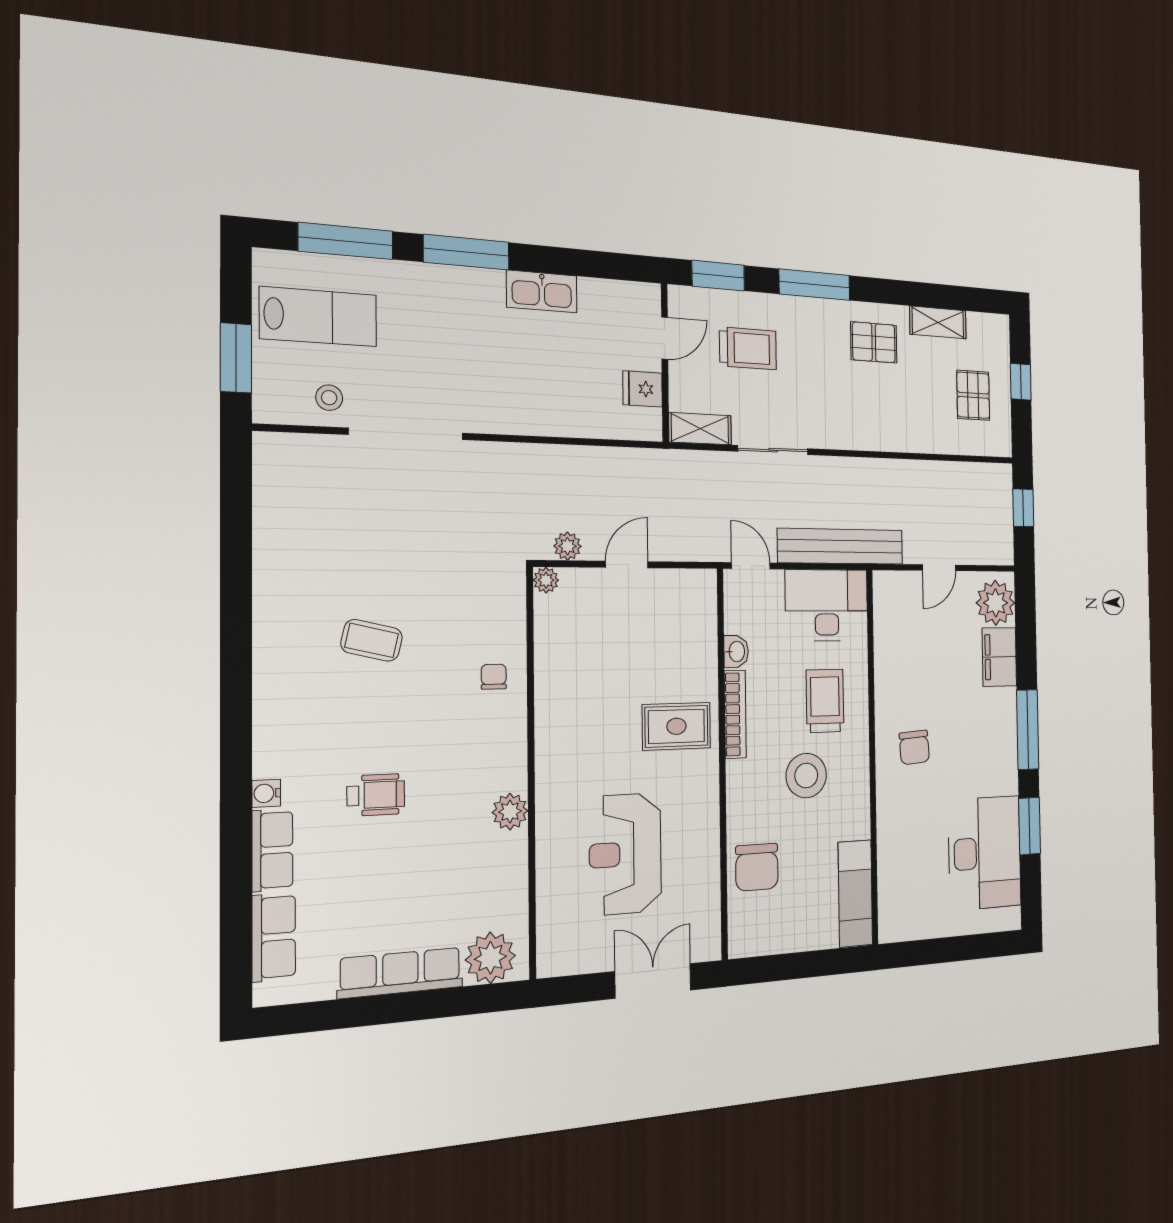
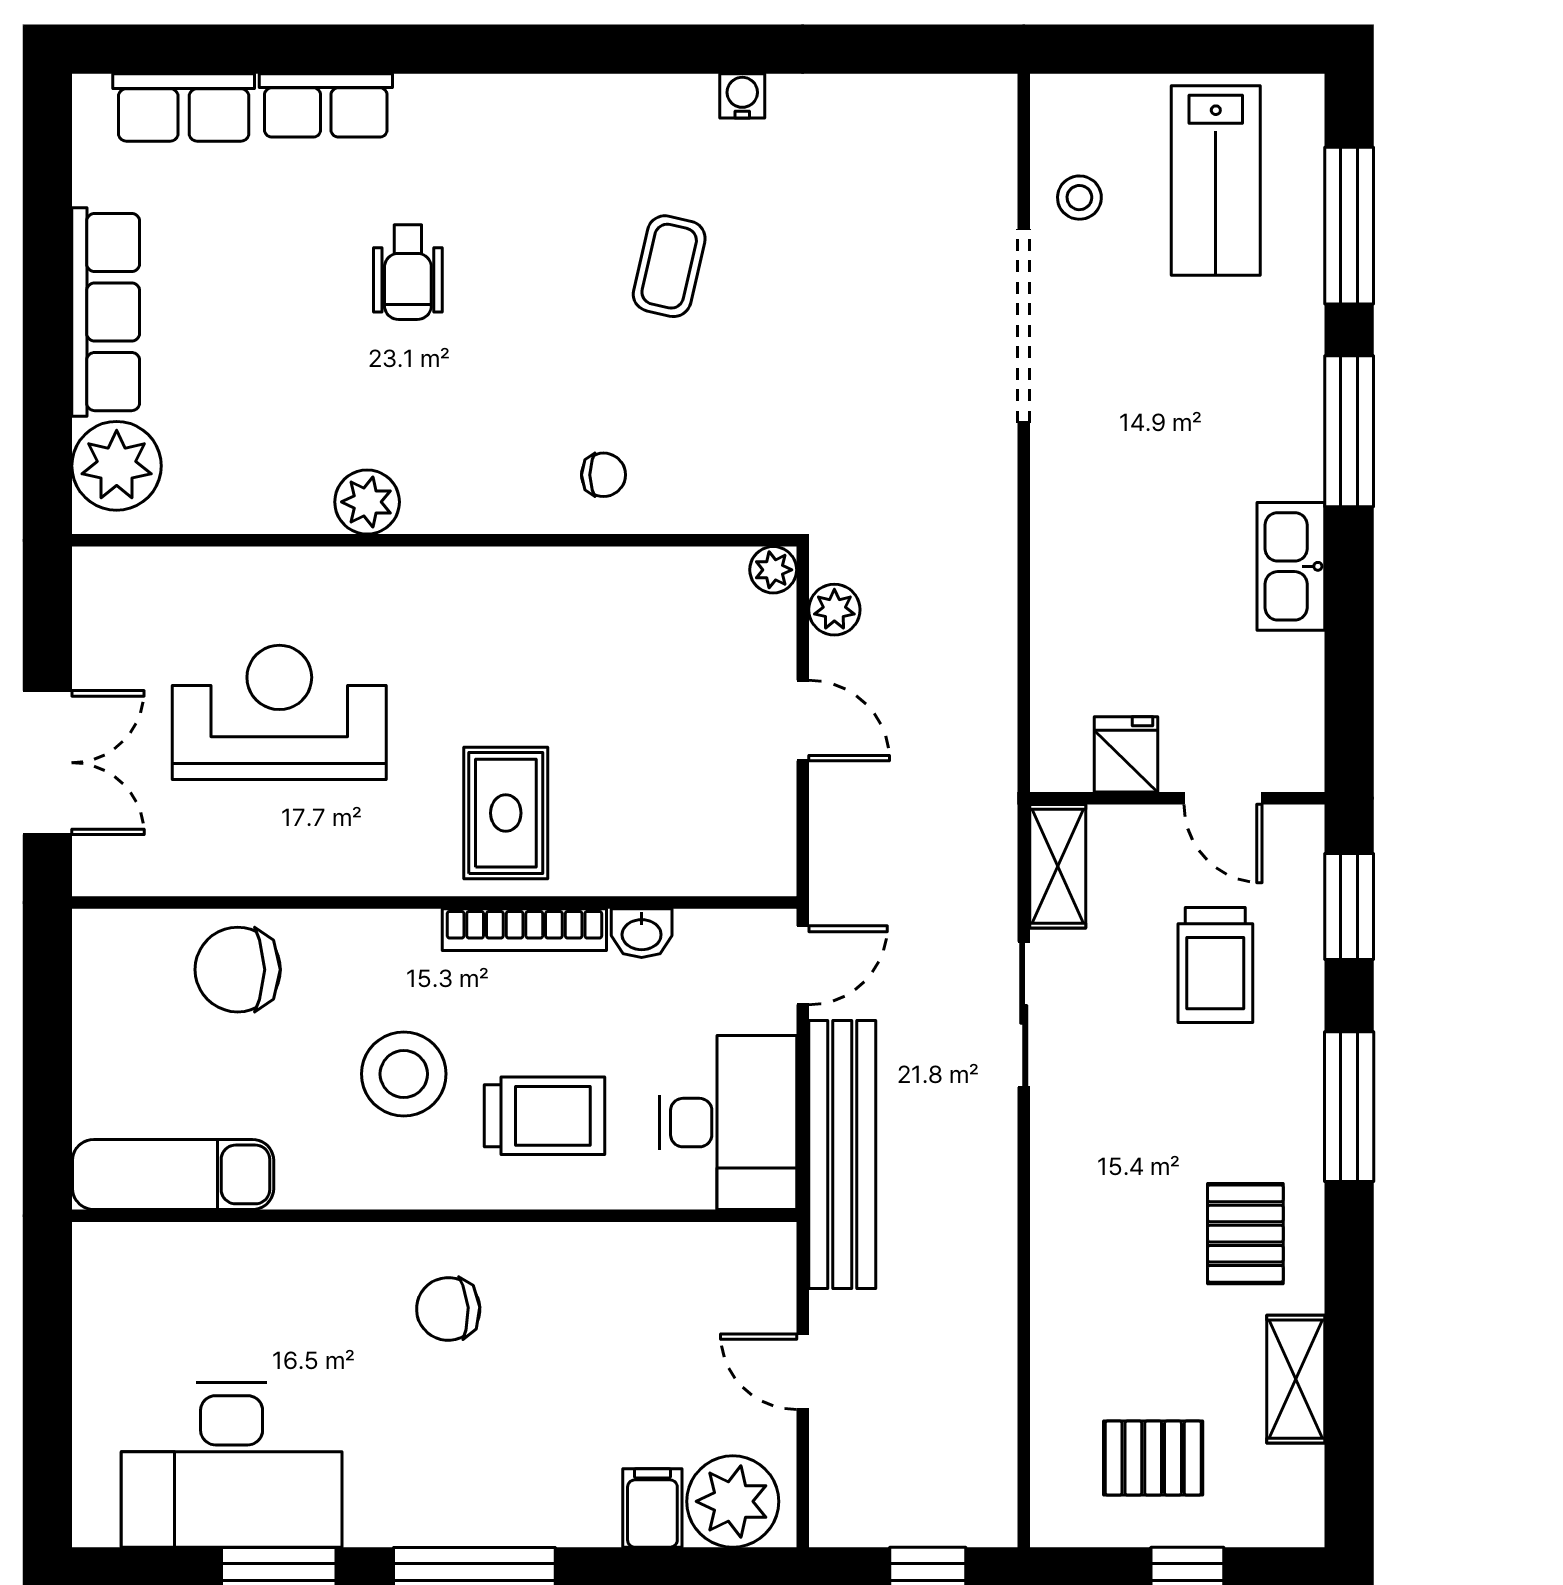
window: (236, 358) -> (1137, 49), removed
filing cabinet: (999, 657) -> (652, 1508), width x0.50
water cooler: (266, 793) -> (742, 96), moved

